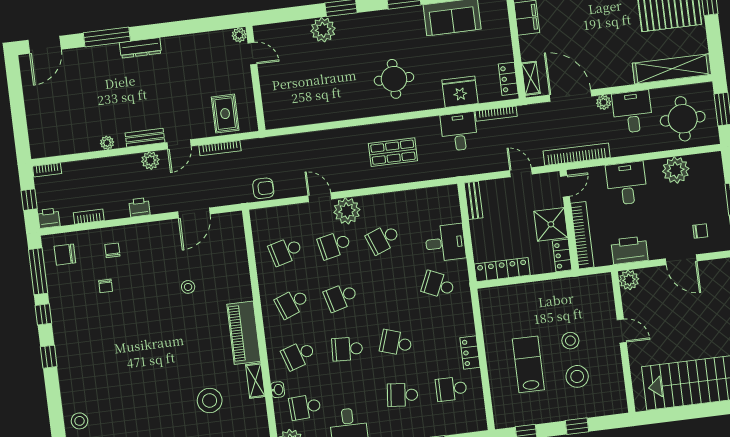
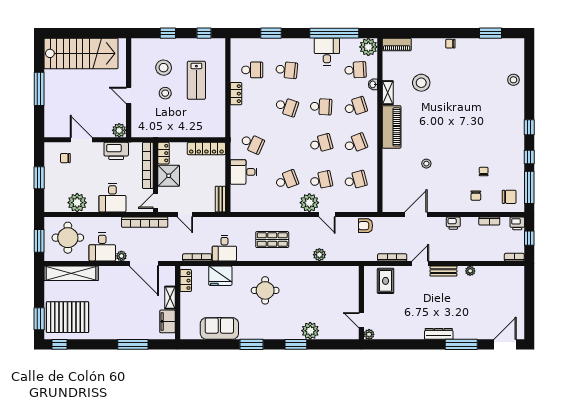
shelving: (531, 78) -> (170, 298), moved
plant: (150, 161) -> (319, 255), moved

